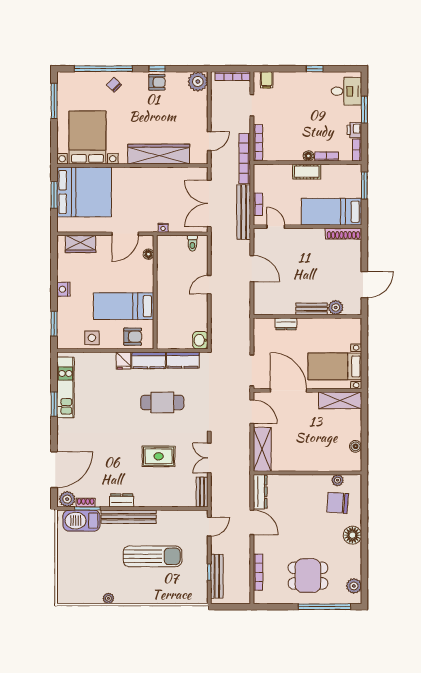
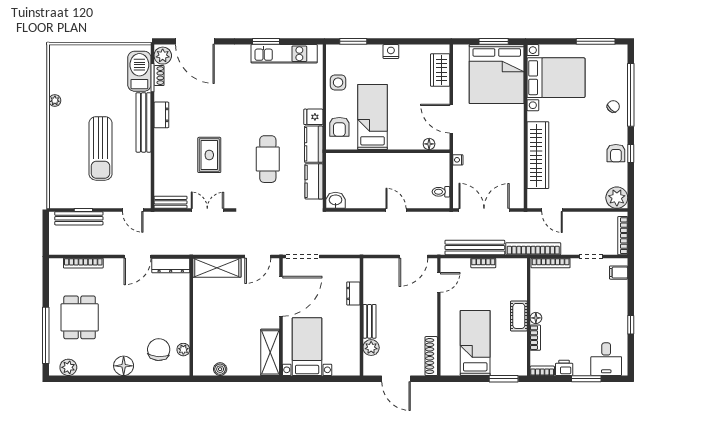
door: (276, 227) -> (439, 282), moved
wall: (307, 227) -> (439, 317), moved
shoe rack: (343, 234) -> (431, 356), moved

